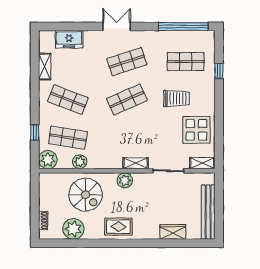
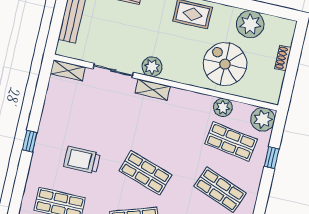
window: (219, 71) -> (30, 141), moved
shop shelf: (127, 100) -> (145, 173), turned 42
display table: (196, 130) -> (66, 114), removed
plant: (125, 180) -> (152, 67), moved
shoe rack: (43, 221) -> (283, 58), moved

